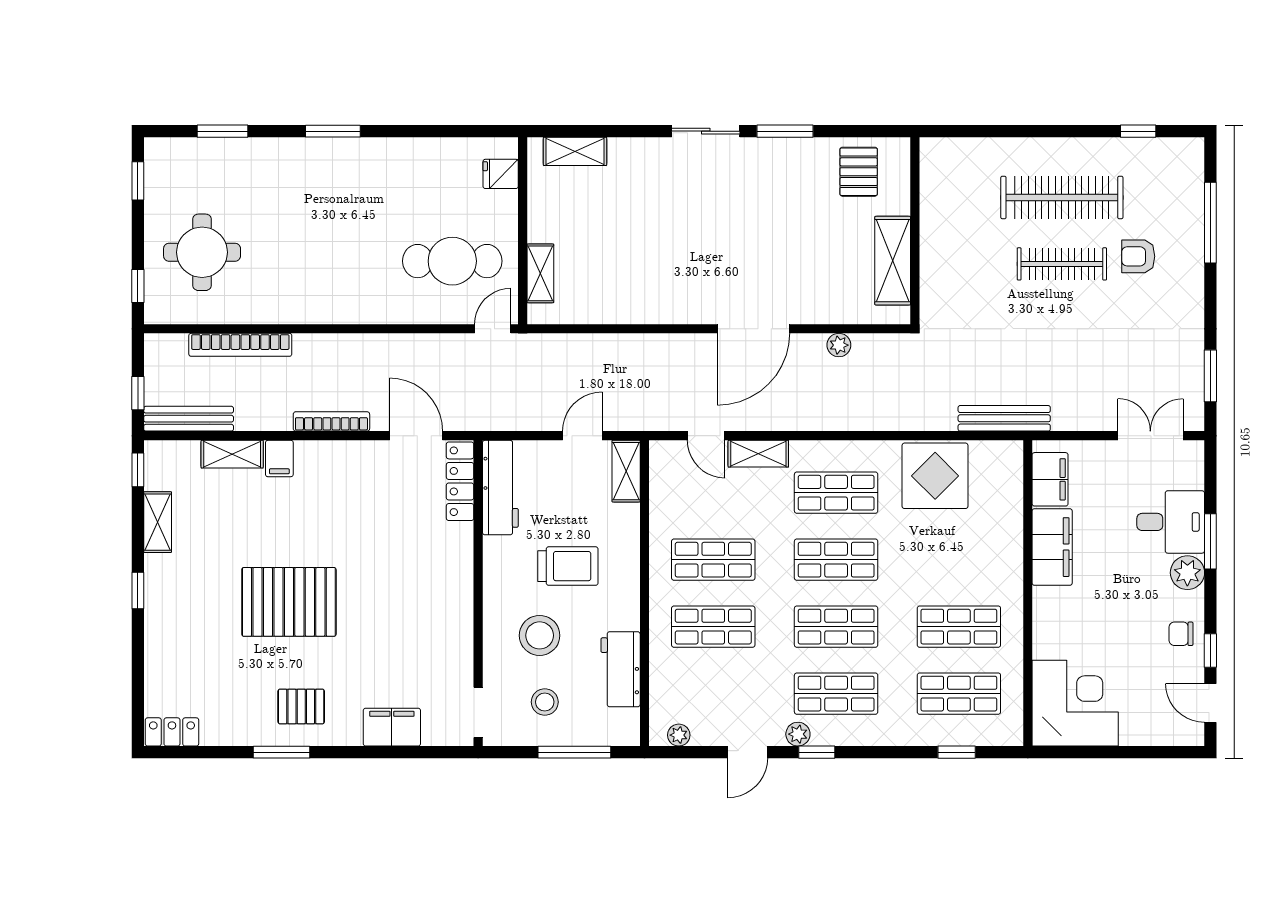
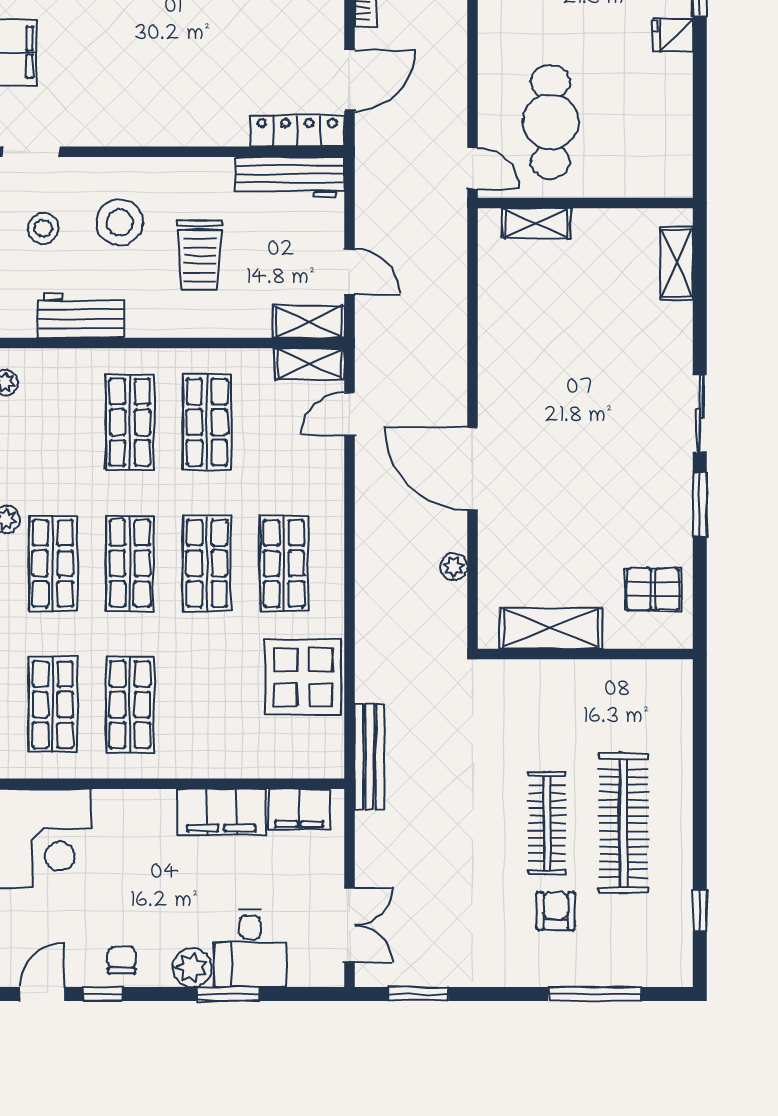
fridge: (501, 174) -> (673, 35), moved, turned -90
shelving: (758, 454) -> (310, 364), moved, turned 90

